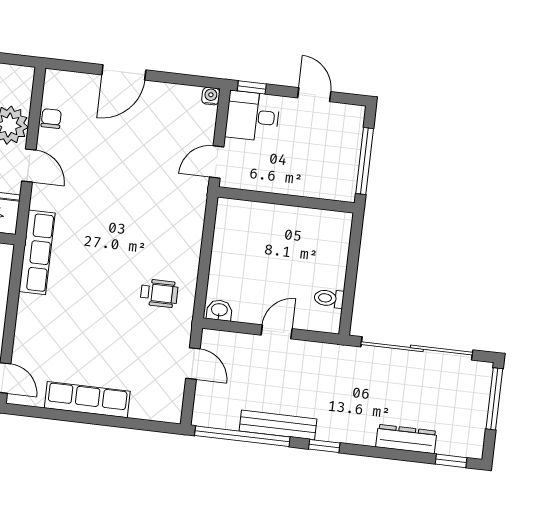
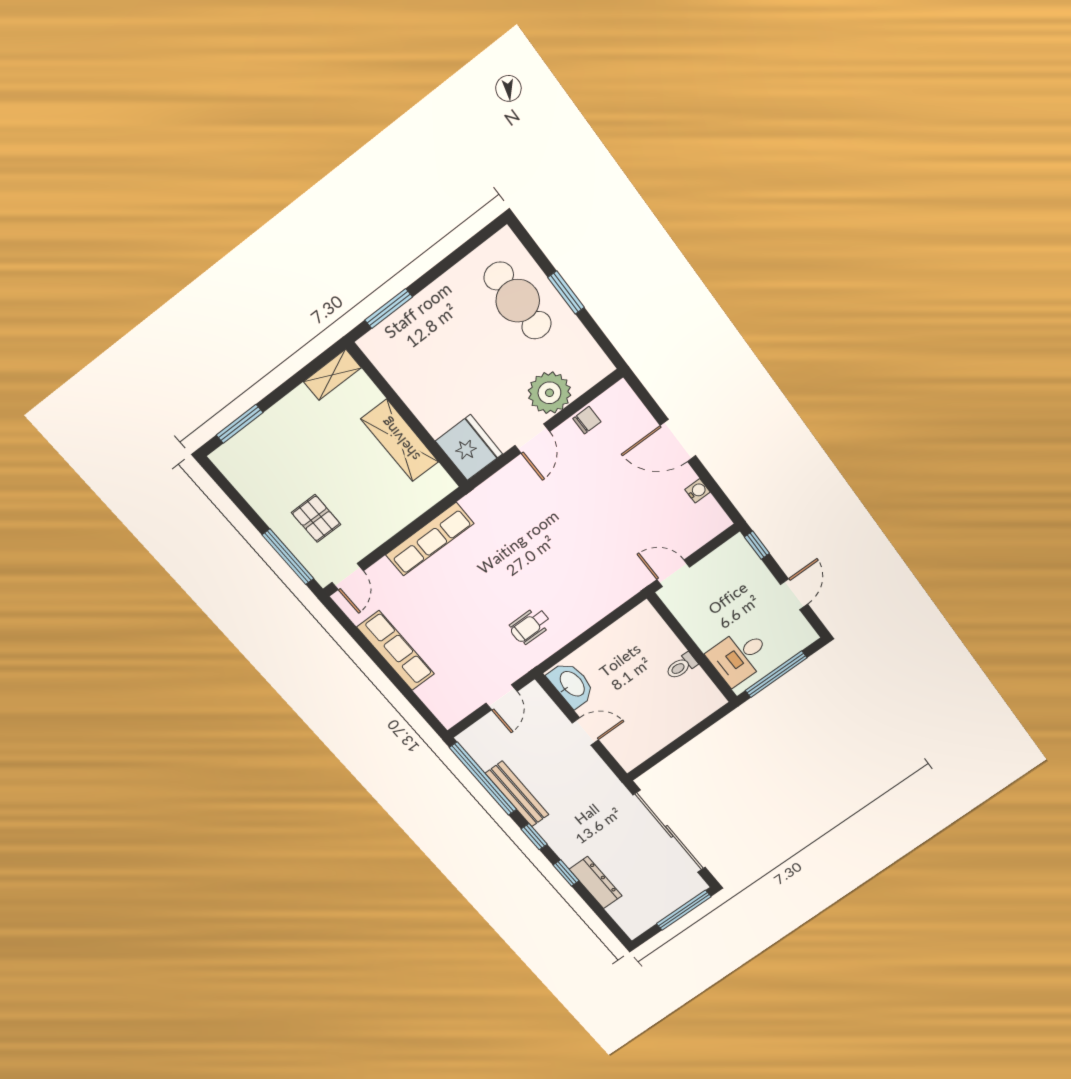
water cooler: (211, 96) -> (698, 491), moved
desk: (253, 116) -> (739, 656), moved, turned -90
row of seats: (37, 252) -> (430, 539), moved
wheelchair: (159, 293) -> (530, 626), turned 90
toilet: (329, 298) -> (681, 666), moved, turned -90
washbasin: (219, 310) -> (571, 684), width x1.91, depth x1.45
window: (451, 461) -> (566, 873), moved

